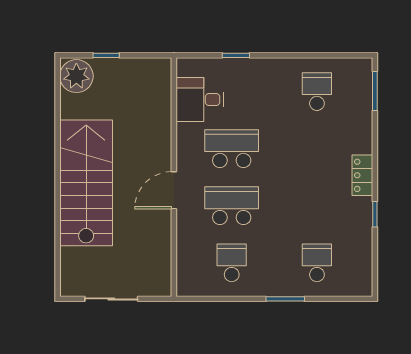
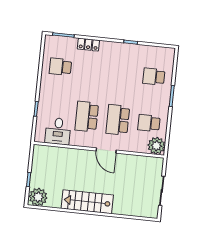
locker: (362, 175) -> (88, 45), moved
stairs: (86, 183) -> (87, 202), width x0.73, depth x0.66
plant: (192, 281) -> (156, 146), added

